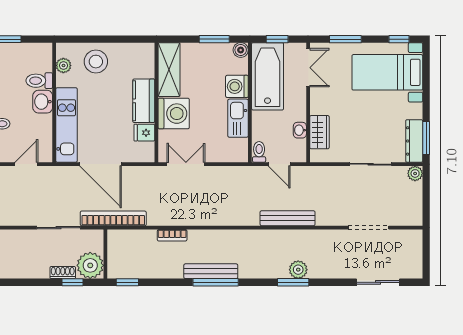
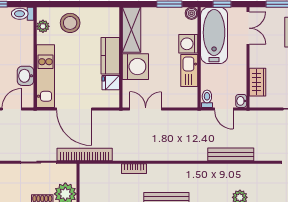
toilet: (39, 81) -> (23, 14), moved
washbasin: (43, 102) -> (25, 76), moved
washbasin: (300, 130) -> (241, 101), moved

